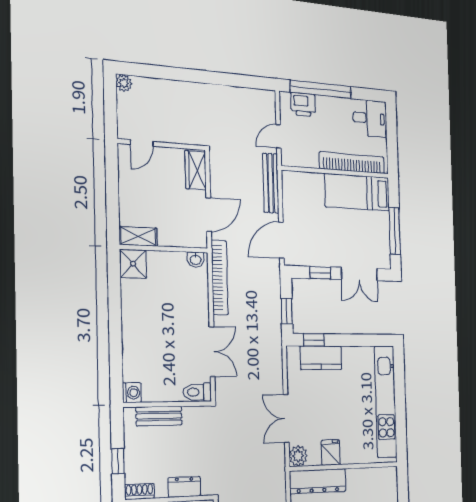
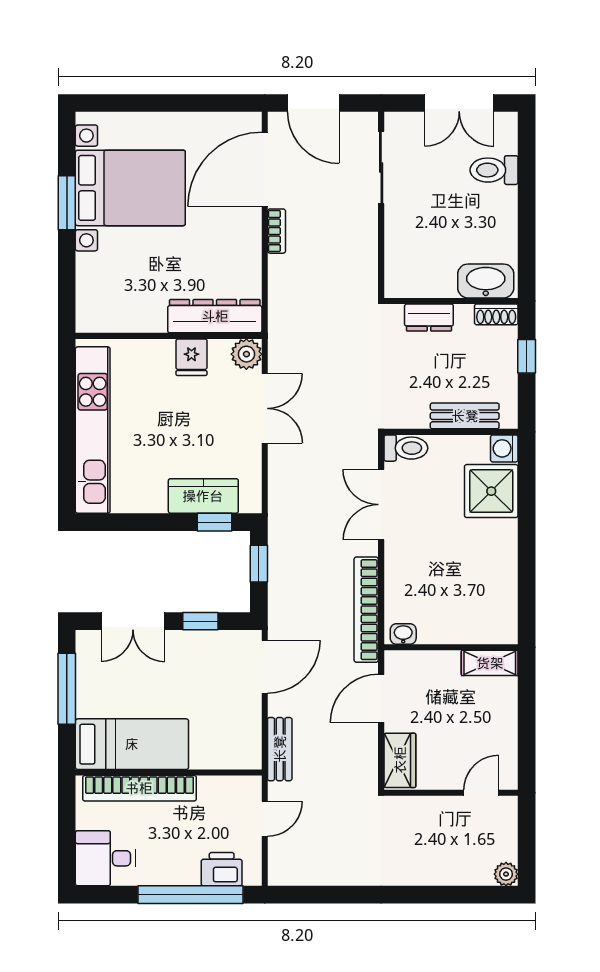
bench: (271, 183) -> (280, 749), width x0.73
shower: (133, 264) -> (491, 491), moved, width x1.36, depth x1.36
double door: (359, 274) -> (133, 621), swing flipped

